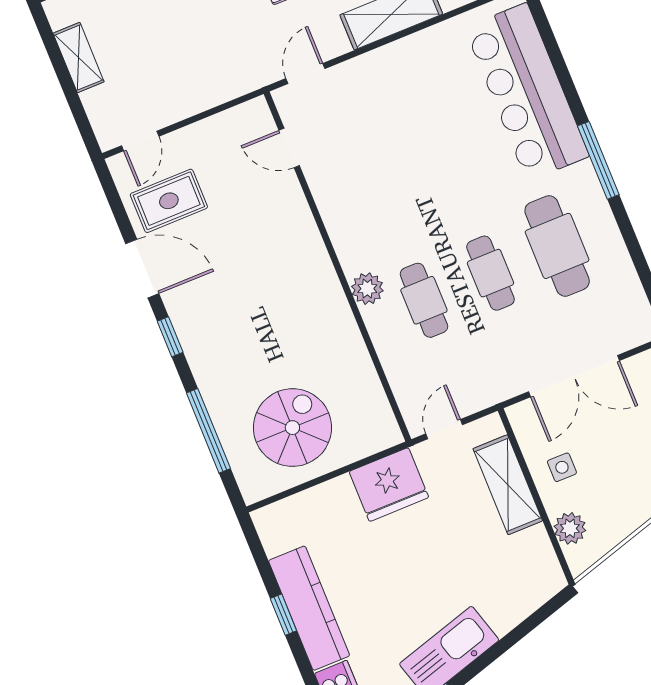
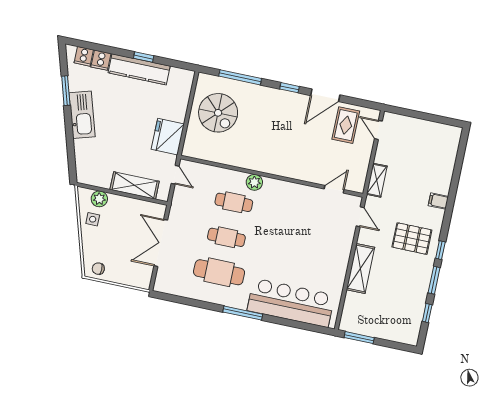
shelving: (79, 58) -> (377, 180), moved, turned 90
side table: (562, 467) -> (93, 219), moved

